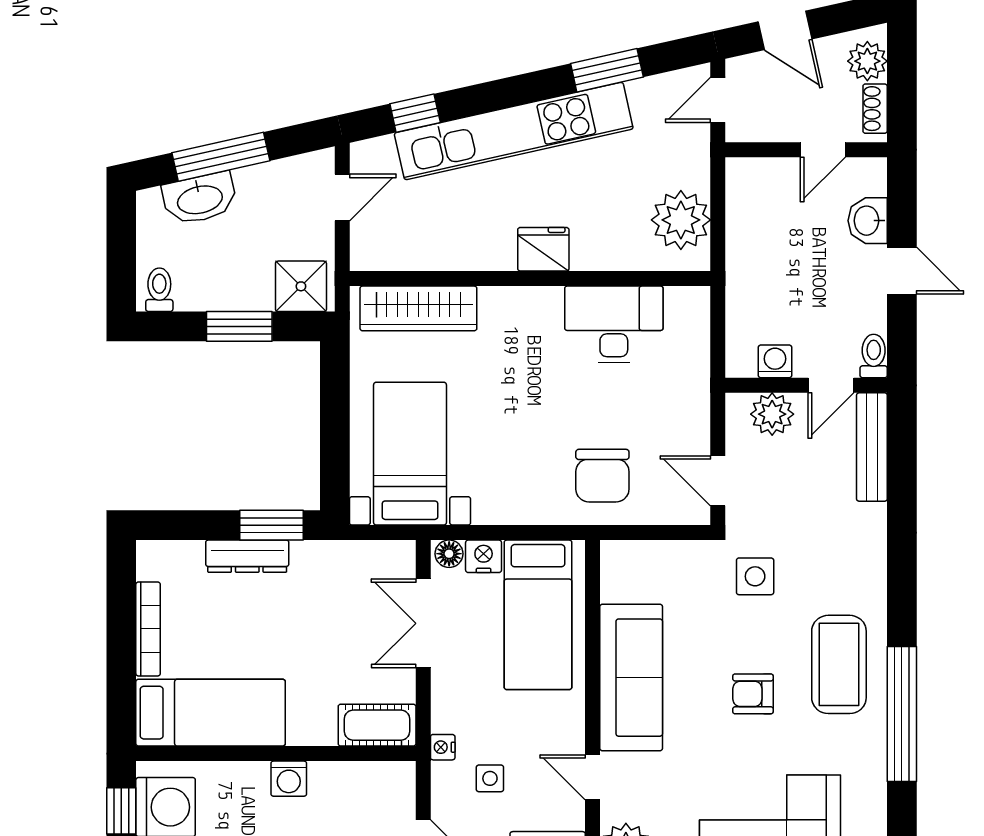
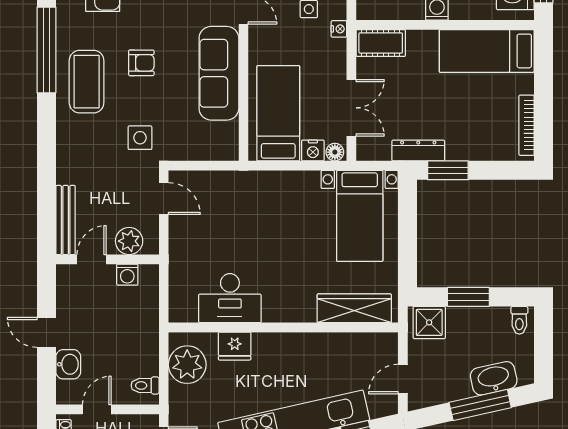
fridge: (543, 249) -> (235, 346), moved
toilet: (874, 356) -> (145, 385), moved, turned 90
chair: (602, 476) -> (237, 202), removed
dresser: (247, 556) -> (418, 151), moved
bookcase: (148, 629) -> (527, 125), moved

